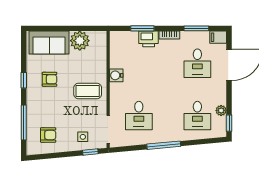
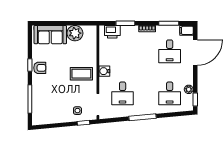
printer: (149, 39) -> (112, 32), moved
water cooler: (116, 75) -> (104, 71), moved
armchair: (50, 79) -> (40, 68), moved
armchair: (48, 135) -> (50, 109), removed

